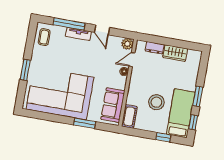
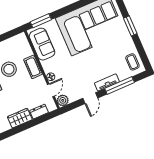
door: (102, 30) -> (90, 98), swing flipped
cot: (129, 116) -> (33, 67), moved
window: (85, 123) -> (41, 21), moved

